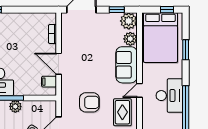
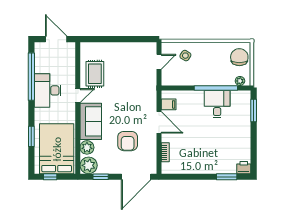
armchair: (89, 102) -> (128, 141), moved, turned -90
plant: (15, 106) -> (202, 80), removed

